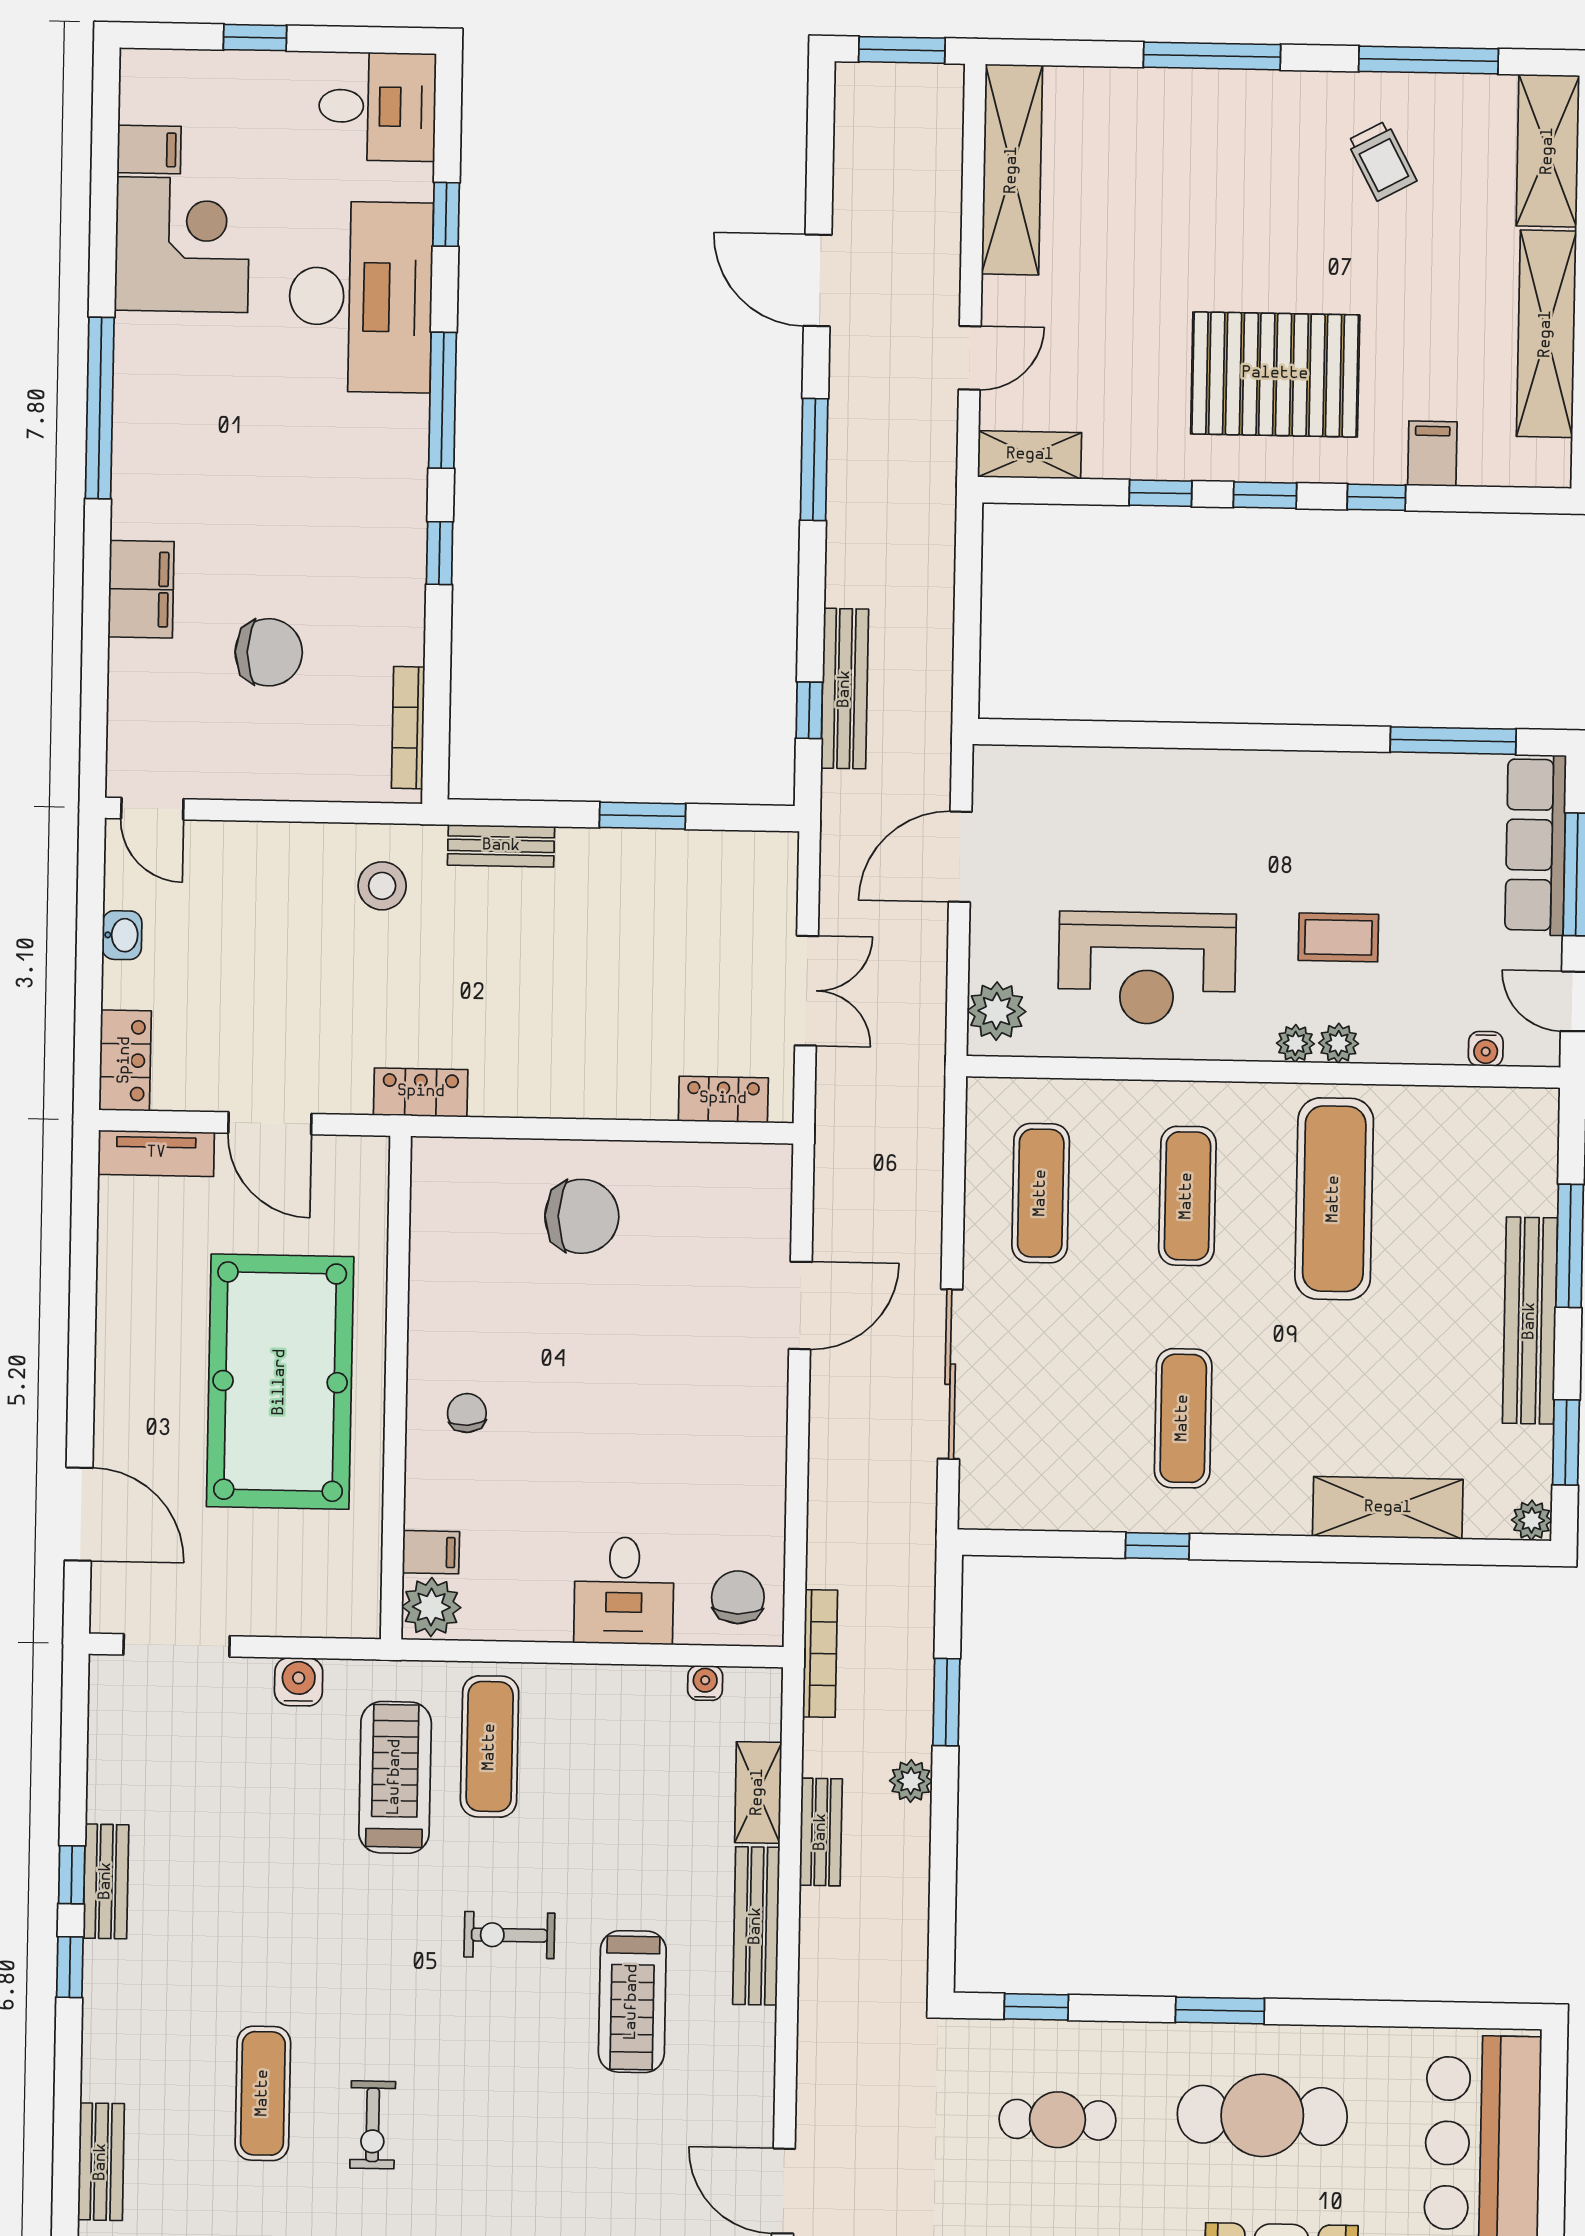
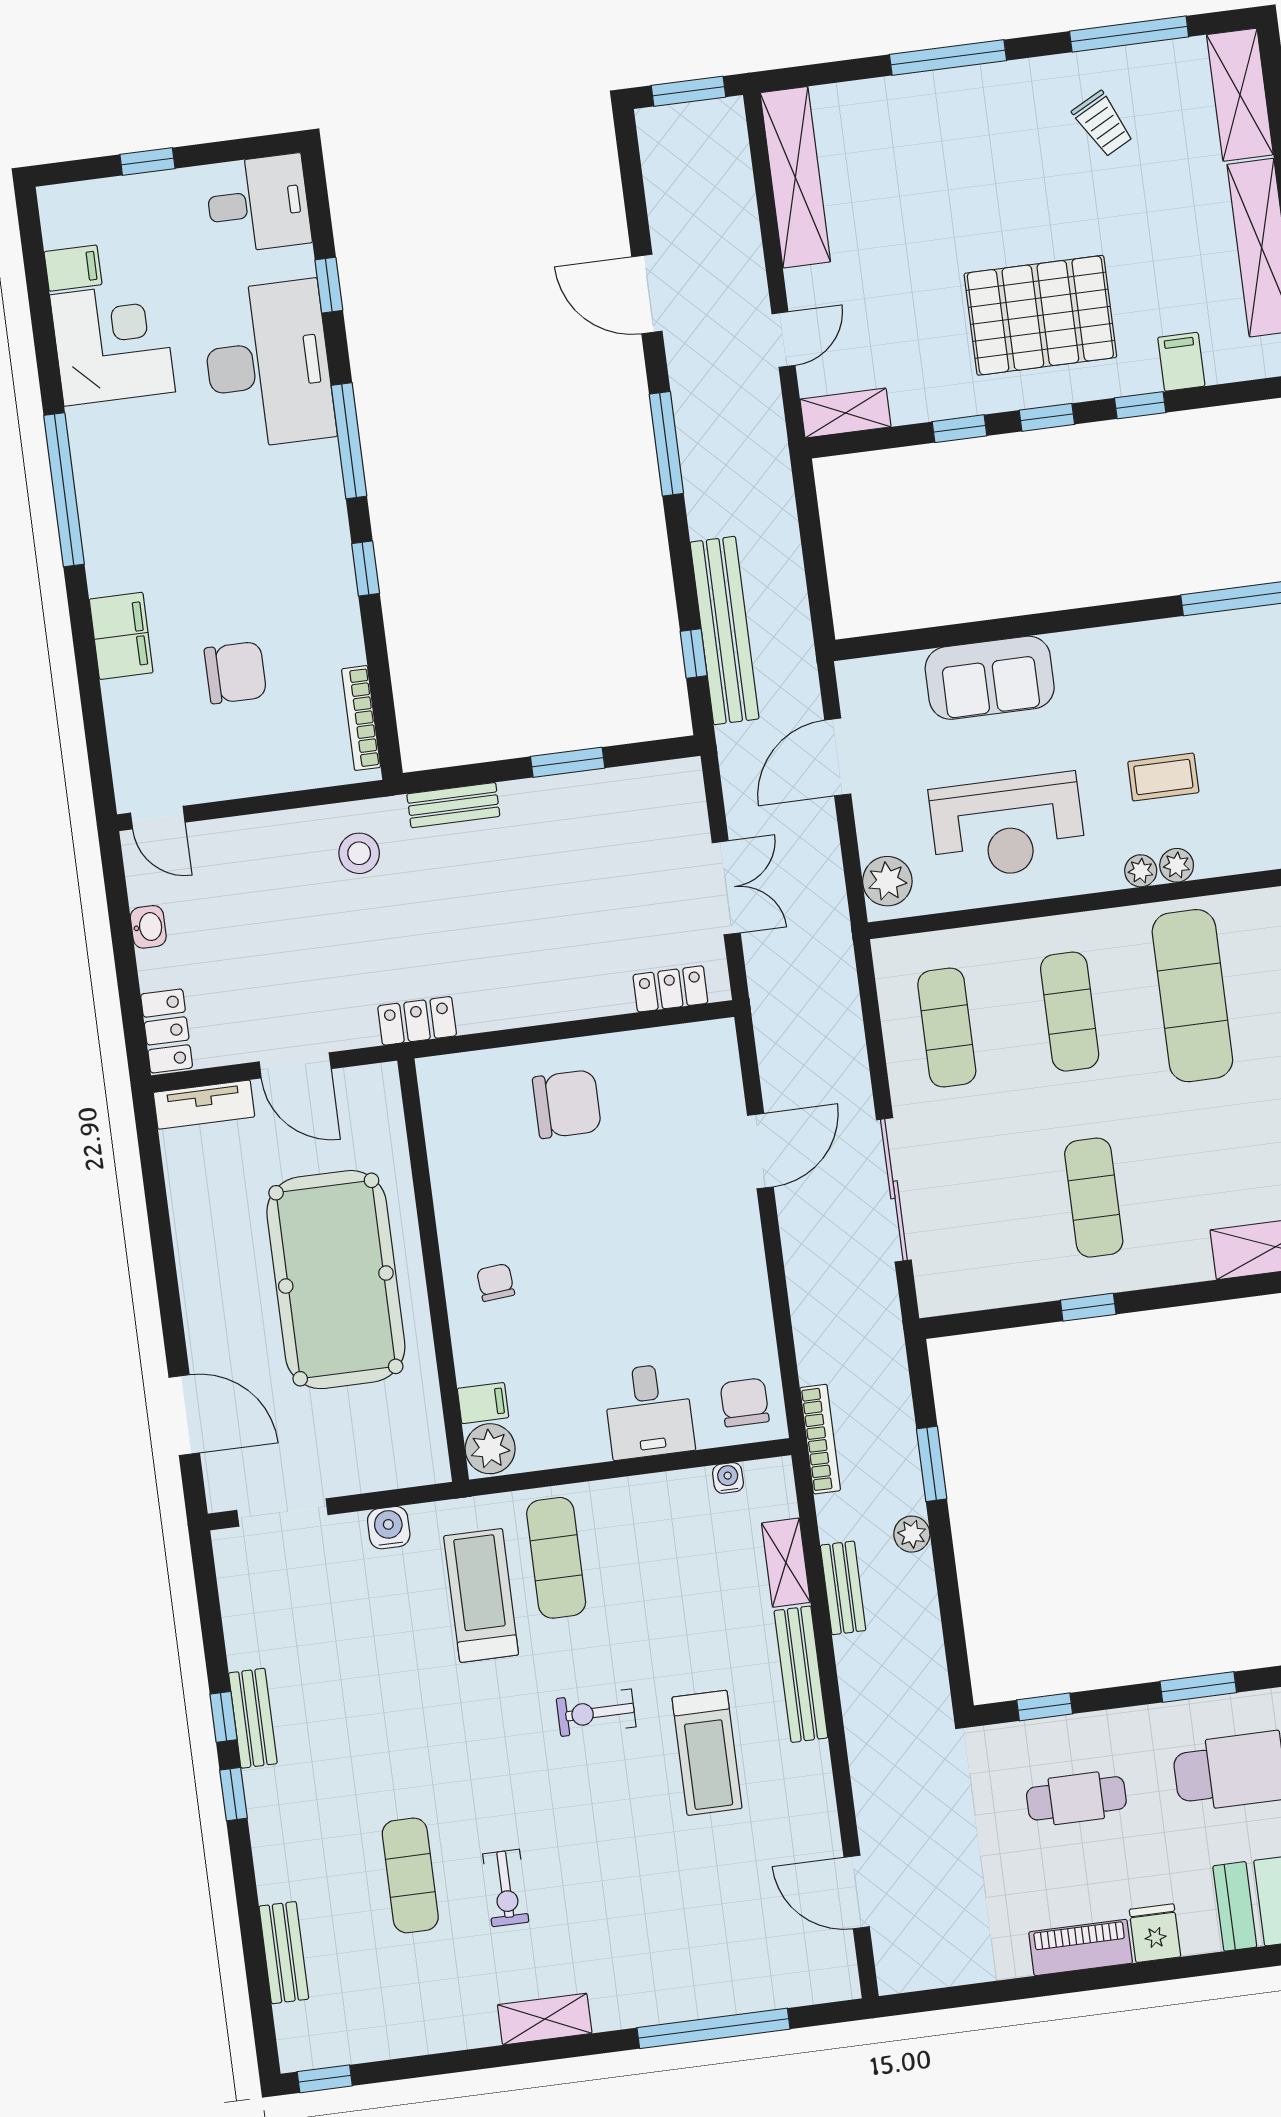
bench: (845, 689) -> (724, 631), width x1.37, depth x1.21
sofa: (1152, 791) -> (990, 678), added

